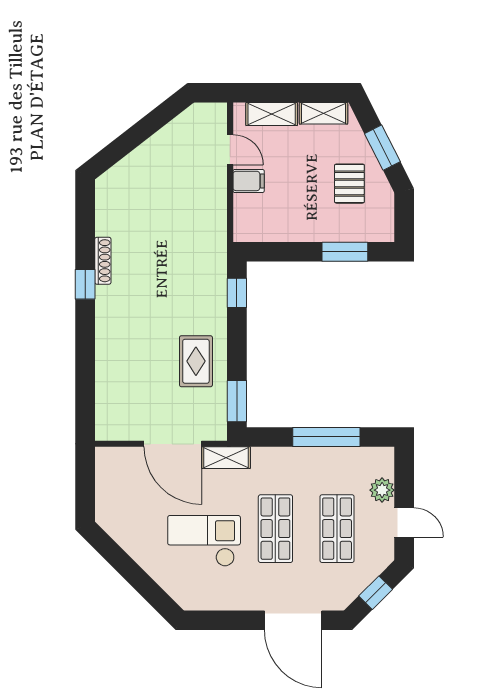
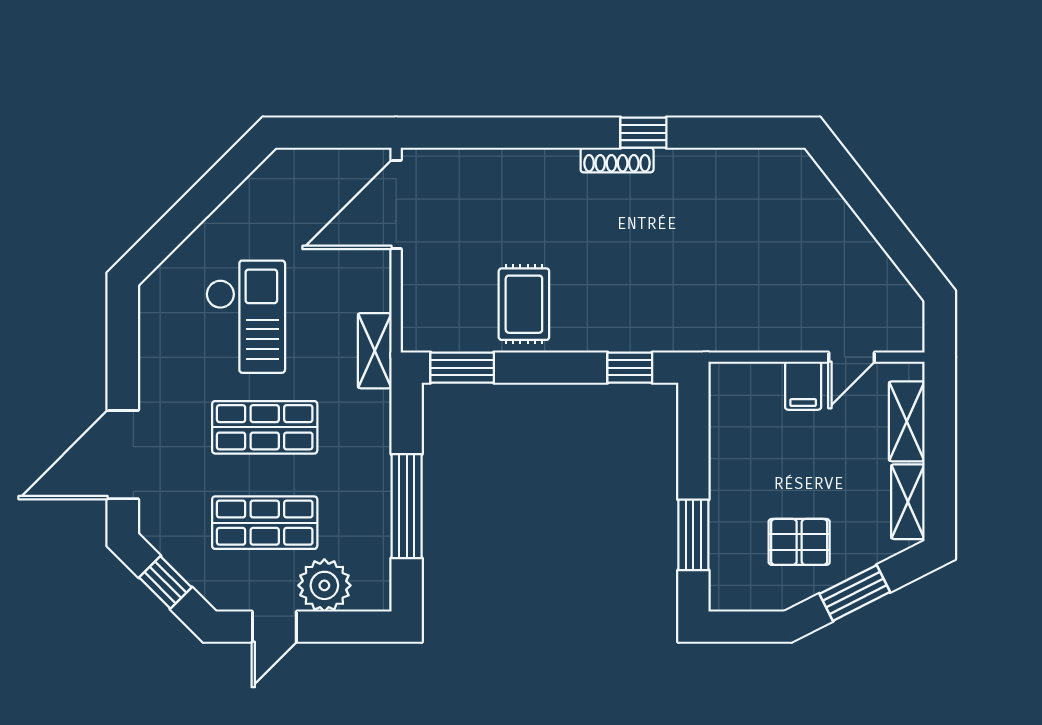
shoe rack: (103, 261) -> (617, 160), moved
rug: (196, 361) -> (524, 304), turned 90
door: (173, 444) -> (396, 205), moved
plant: (382, 490) -> (324, 585), width x1.36, depth x1.36

